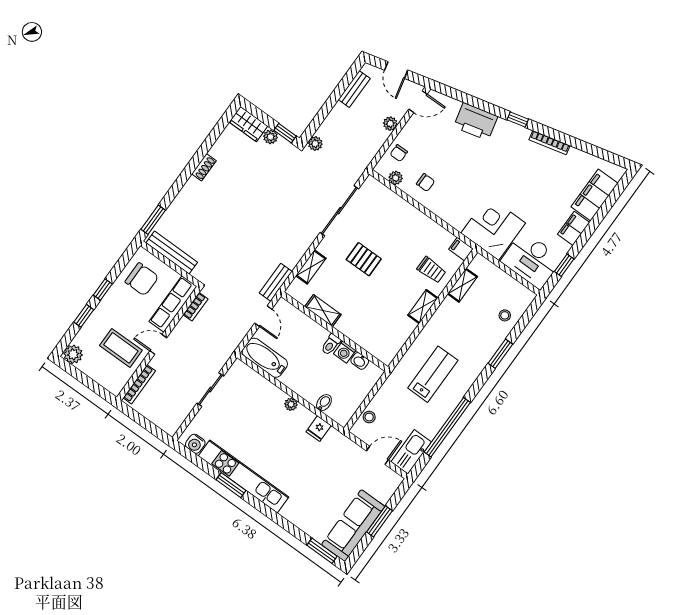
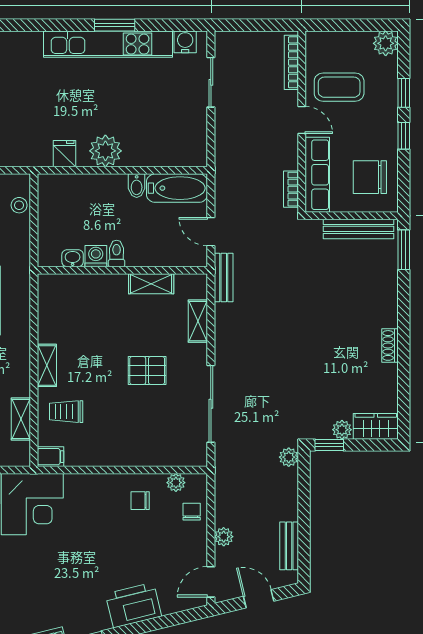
door: (158, 344) -> (302, 120), hinge flipped
sliding door: (210, 390) -> (211, 82), moved
bidet: (324, 403) -> (137, 186), moved
plant: (291, 404) -> (105, 151), width x1.88, depth x1.88

